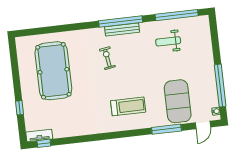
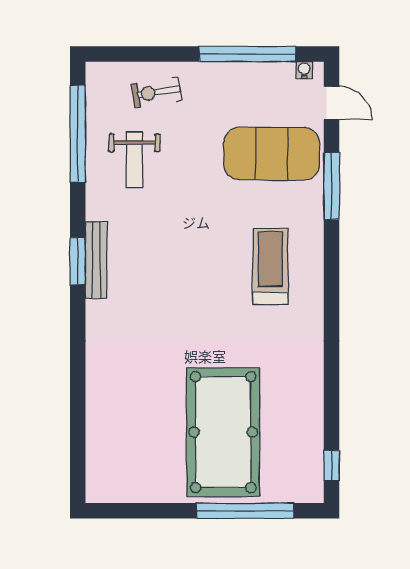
window: (121, 22) -> (78, 261), width x0.47
exercise bike: (107, 58) -> (157, 92), moved
pool table: (53, 71) -> (223, 432), moved, turned 90
window: (20, 108) -> (245, 511), width x3.17
tv unit: (39, 135) -> (313, 474), removed

